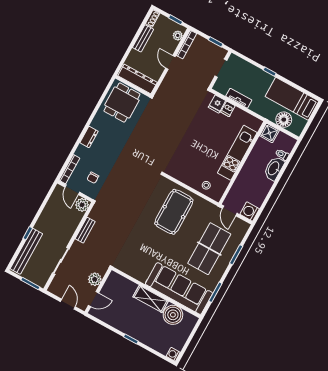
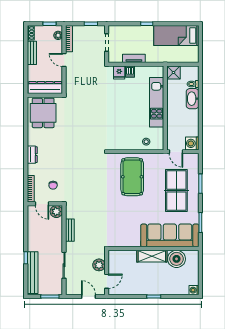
floor lamp: (284, 120) -> (179, 56), removed

